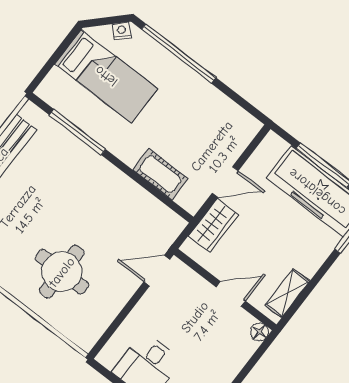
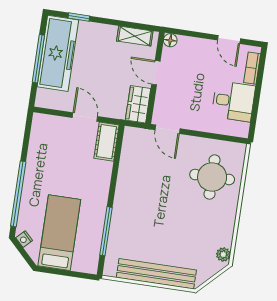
cot: (160, 174) -> (106, 142), moved
wardrobe: (214, 225) -> (138, 104), moved, turned -90
round table: (62, 272) -> (212, 177), moved

